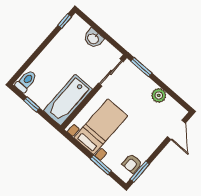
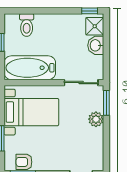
shower: (79, 27) -> (95, 26), added
toilet: (26, 81) -> (27, 25), moved, turned 90
plant: (159, 95) -> (96, 119), moved

